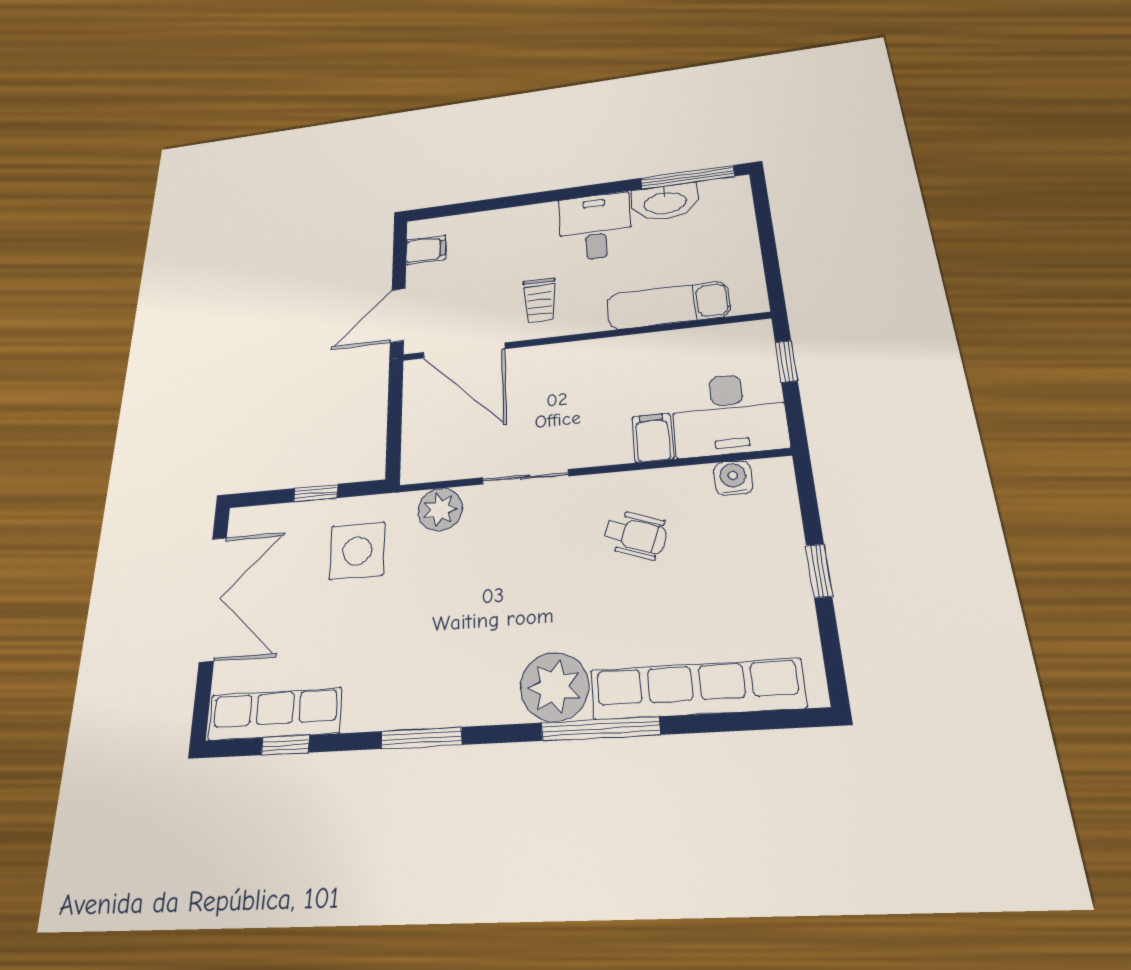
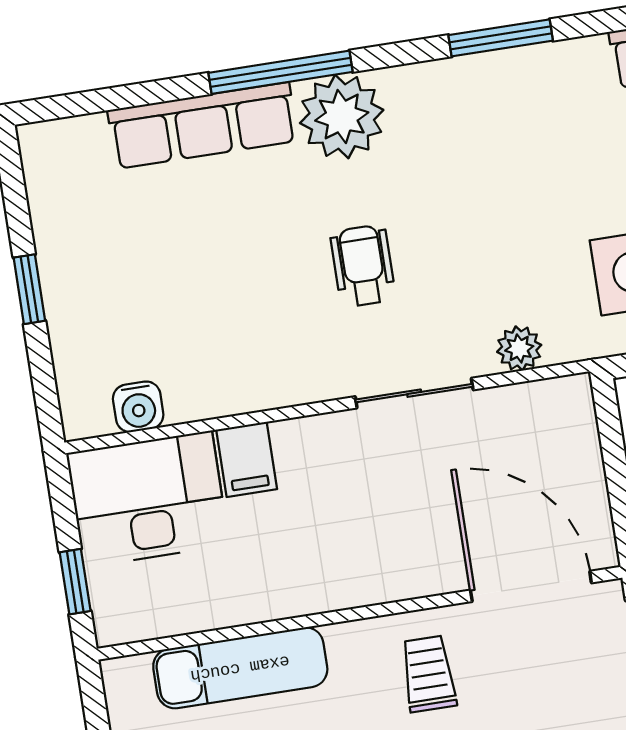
plant: (440, 509) -> (519, 348), width x0.73, depth x0.73
wheelchair: (635, 535) -> (363, 266), moved, turned 71
row of seats: (696, 689) -> (203, 126), width x0.73

